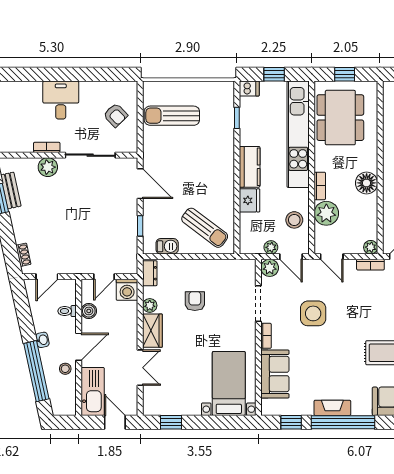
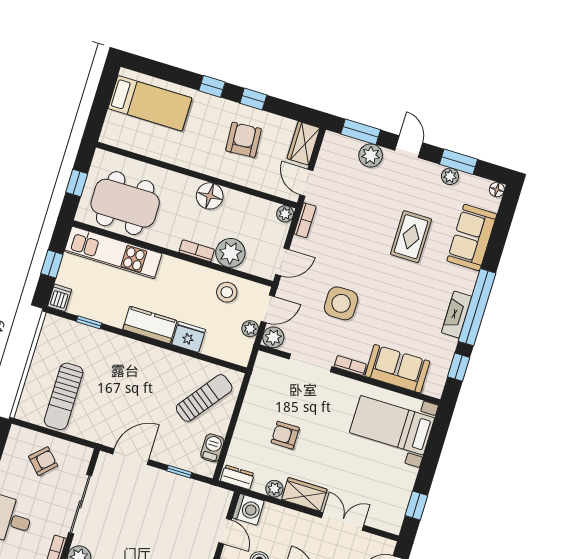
kitchen unit: (298, 134) -> (113, 252), width x0.73

